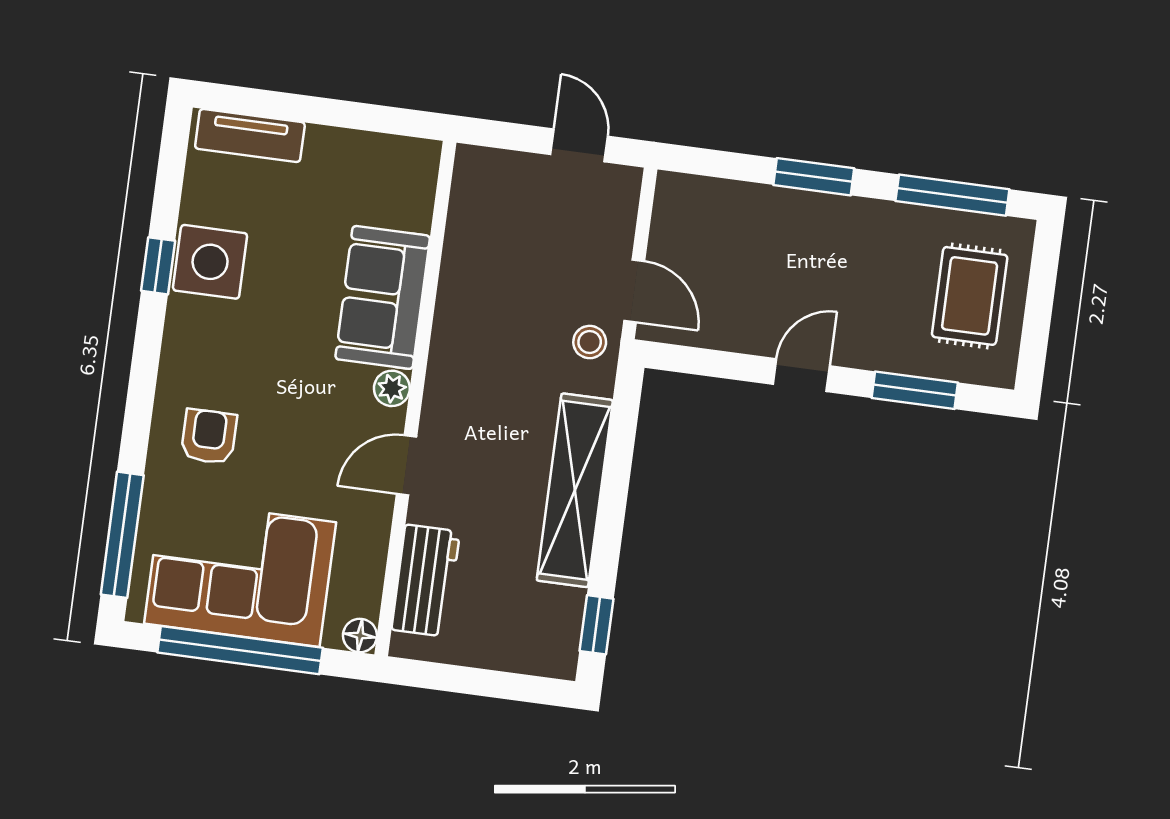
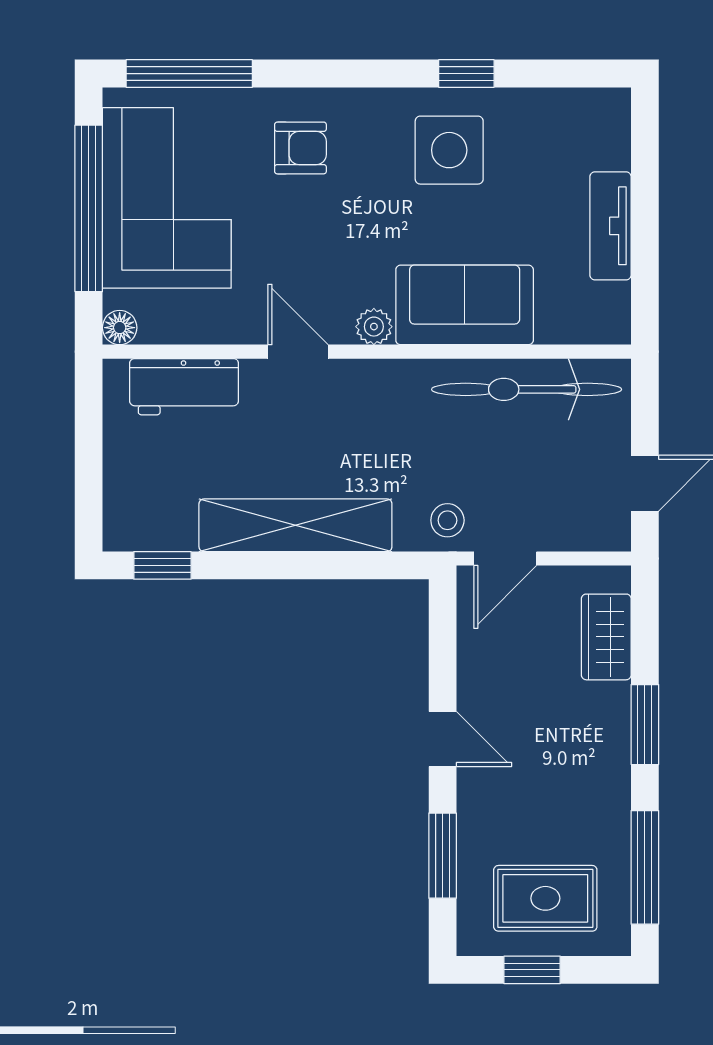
tv unit: (250, 135) -> (610, 226), moved
wardrobe: (723, 203) -> (606, 637), added
bicycle: (473, 248) -> (527, 389), added
side table: (210, 262) -> (449, 150), moved
window: (1037, 318) -> (532, 970), added

